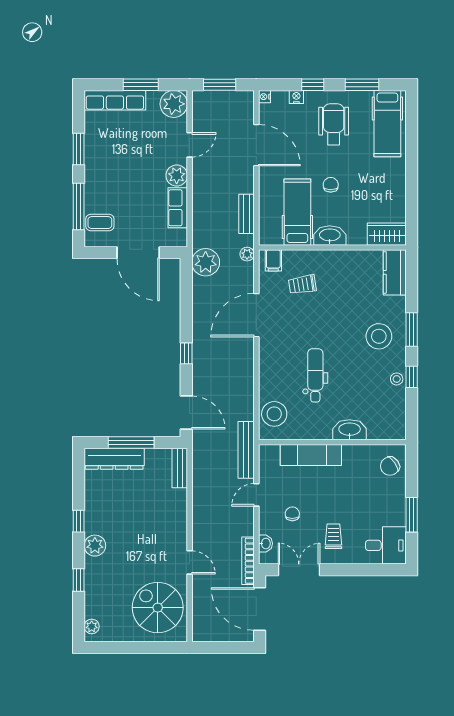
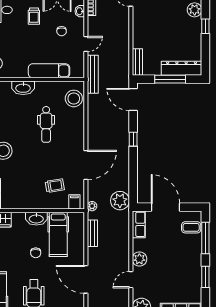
row of seats: (178, 208) -> (139, 224), moved

